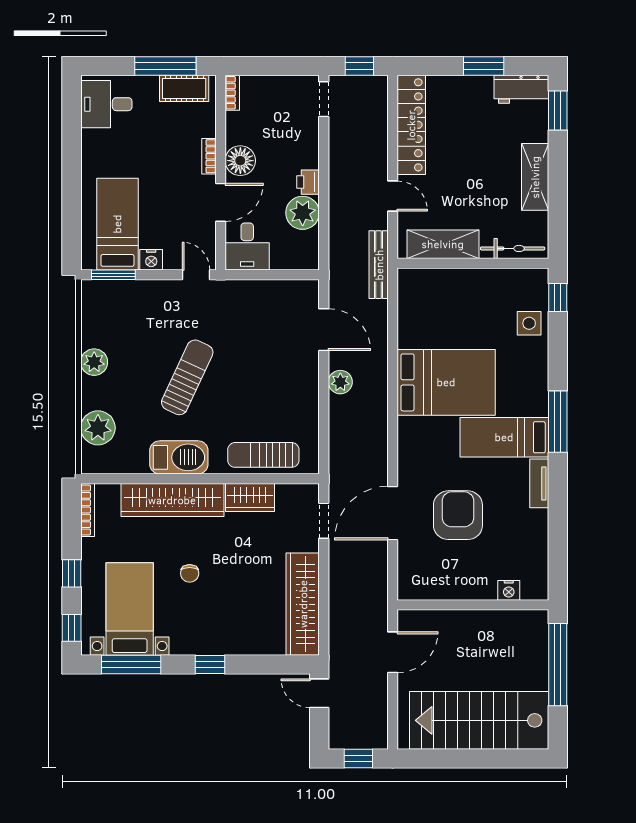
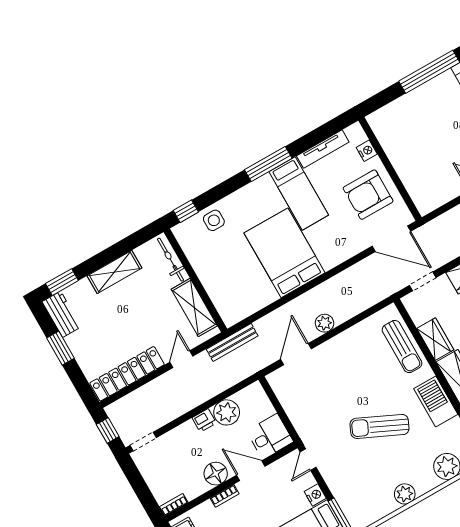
tv unit: (539, 483) -> (323, 149), width x1.41
nightstand: (509, 590) -> (367, 151), moved
wall: (473, 605) -> (390, 169), moved

